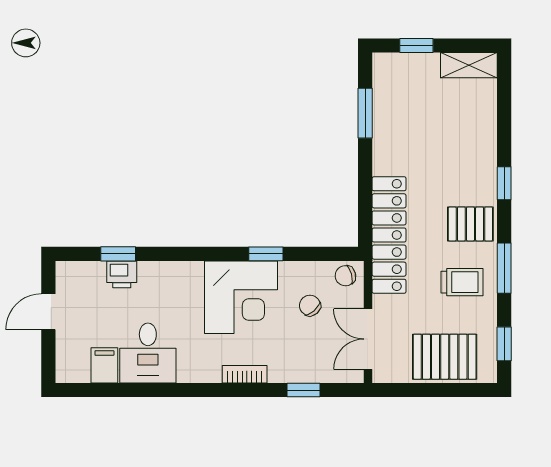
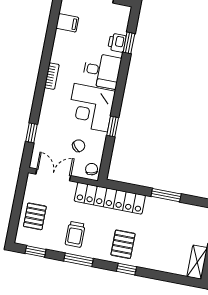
window: (365, 113) -> (166, 195), moved
pallet: (470, 224) -> (123, 244), moved
desk: (148, 353) -> (102, 71), moved, turned 180
pallet: (445, 357) -> (35, 216), width x0.67, depth x0.71
bookcase: (245, 374) -> (52, 76), moved

